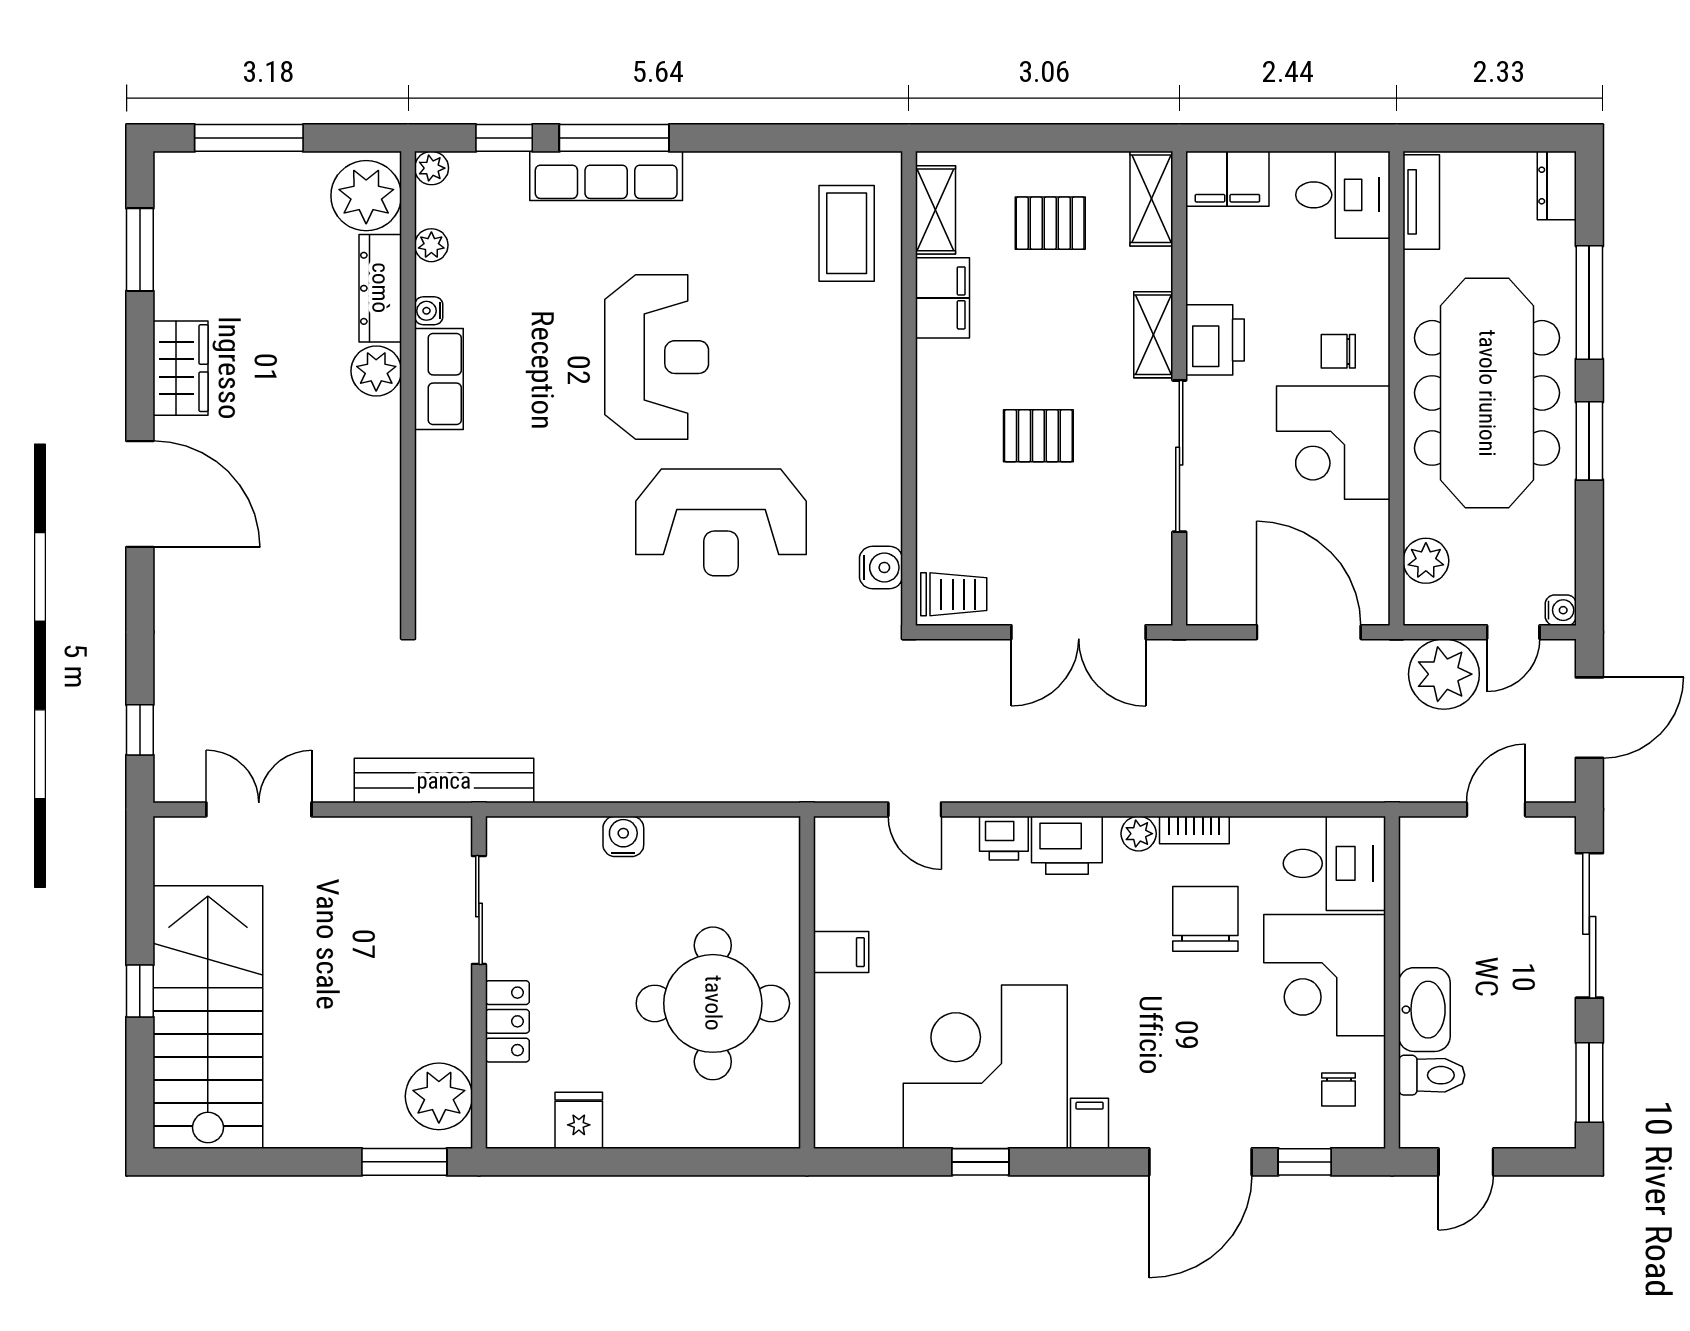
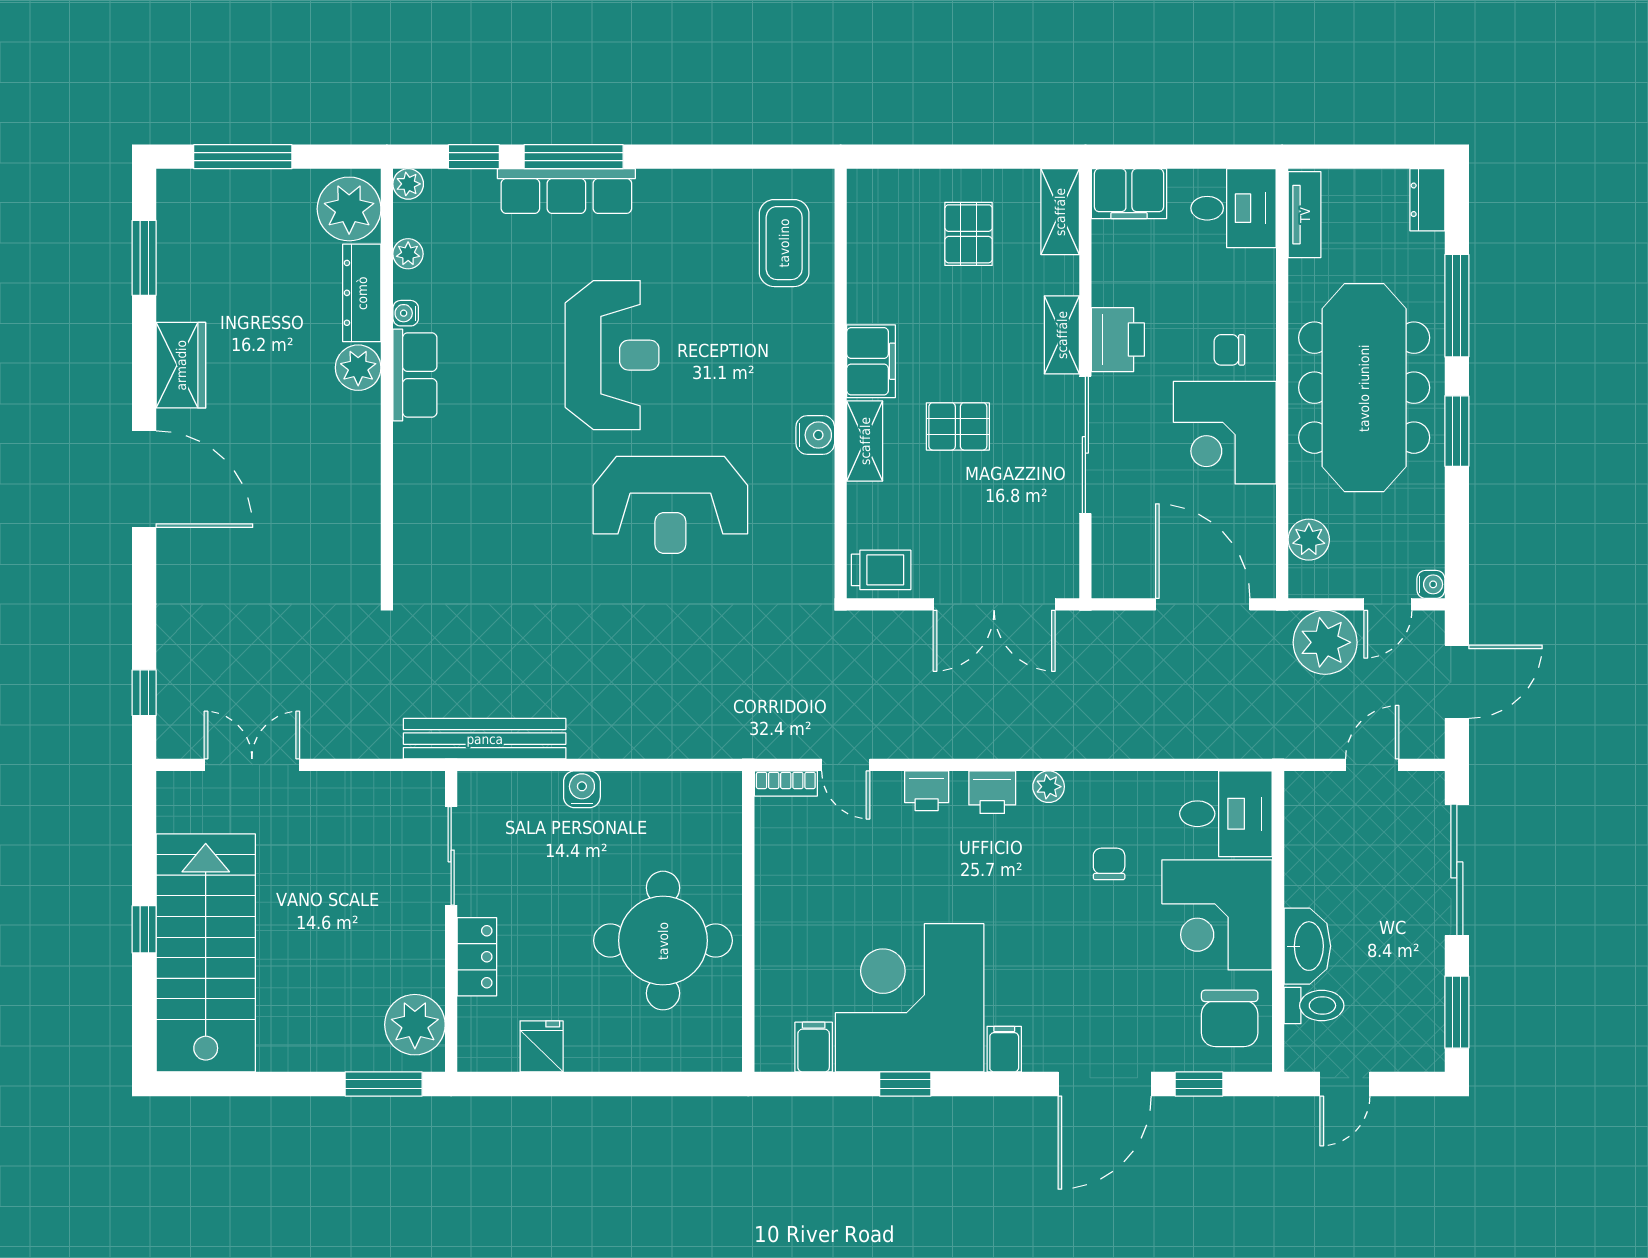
shelving: (935, 210) -> (865, 441), moved
pallet: (1050, 223) -> (969, 234), turned 90
filing cabinet: (942, 298) -> (871, 361), moved
water cooler: (881, 568) -> (815, 435), moved
bench: (444, 781) -> (485, 739), moved
bookcase: (1194, 830) -> (786, 783), moved
printer: (1067, 845) -> (992, 792), width x0.73, depth x0.81
chair: (1205, 919) -> (1109, 864), width x0.54, depth x0.54
filing cabinet: (841, 952) -> (814, 1047), moved, turned -90
chair: (1339, 1089) -> (1230, 1018), width x1.87, depth x1.87

